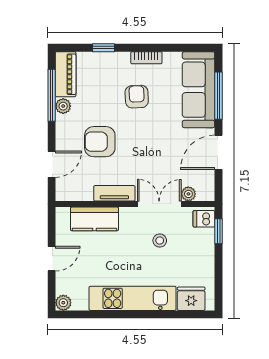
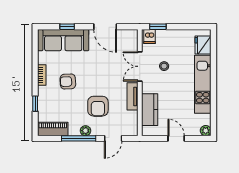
window: (52, 95) -> (79, 138), moved
window: (219, 96) -> (67, 27), width x0.46
plant: (63, 106) -> (85, 131), moved
door: (52, 164) -> (113, 138), swing flipped
plant: (188, 194) -> (133, 47), removed

